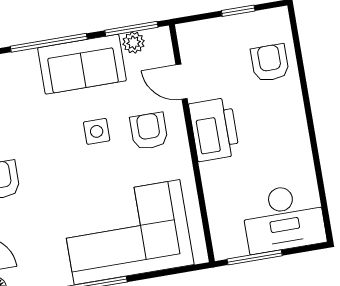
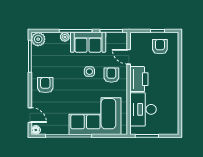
plant: (134, 43) -> (65, 37), moved
armchair: (270, 63) -> (160, 47), moved
desk: (284, 218) -> (143, 109), moved, turned 90

